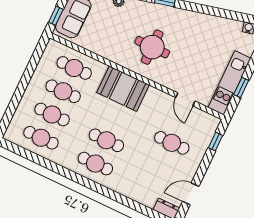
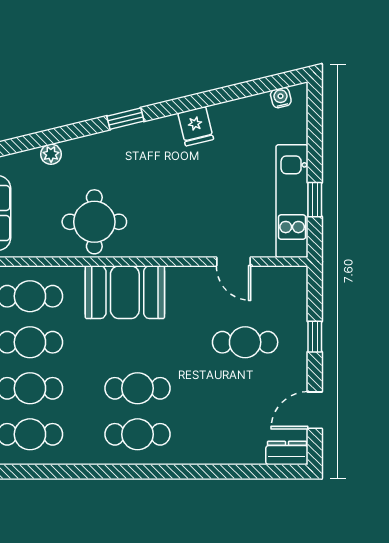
fridge: (199, 22) -> (196, 126), added
round table: (152, 47) -> (94, 222), moved
window: (216, 142) -> (315, 337), moved

